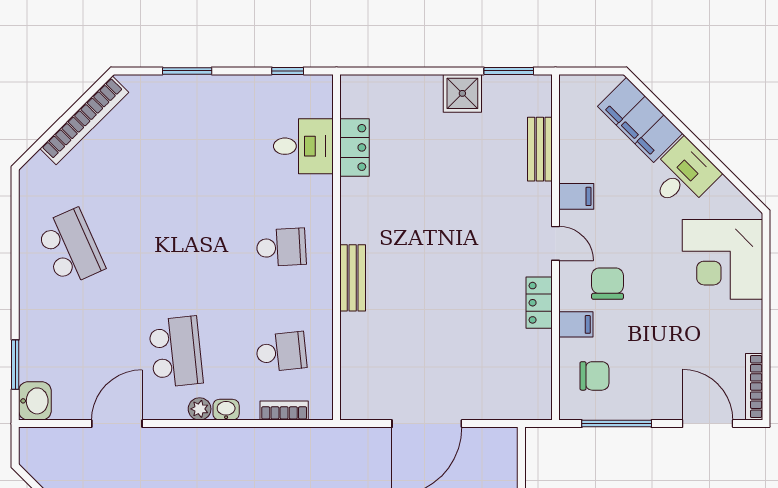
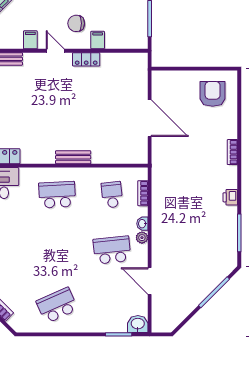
door: (555, 243) -> (55, 51), hinge flipped
school desk: (281, 247) -> (57, 195), width x1.85
chair: (594, 376) -> (125, 30), removed

